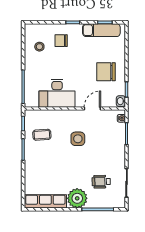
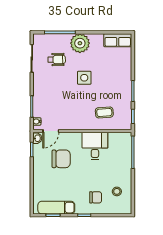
chair: (106, 72) -> (61, 159), moved
desk: (57, 93) -> (95, 146), width x0.73
door: (92, 108) -> (51, 131), moved
coffee table: (42, 135) -> (104, 112), moved
side table: (78, 139) -> (84, 78), moved
row of seats: (45, 201) -> (118, 40), width x0.68

